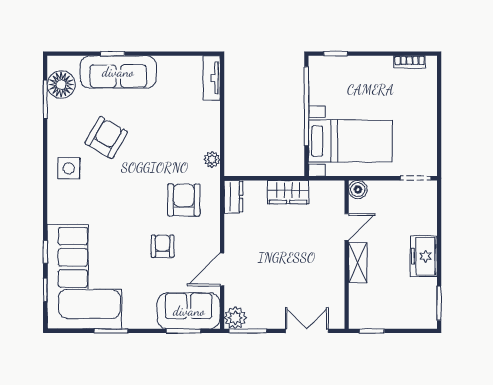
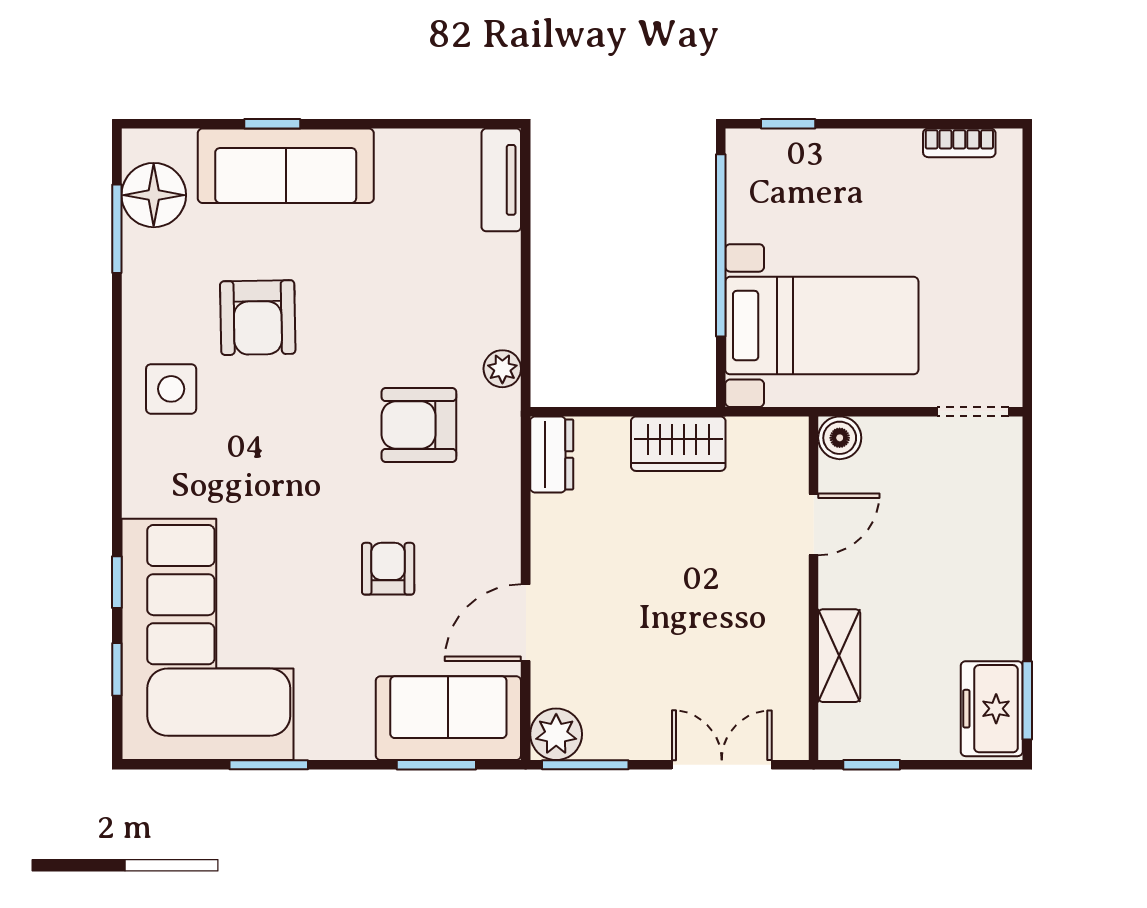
armchair: (106, 138) -> (258, 318), turned 149
armchair: (184, 200) -> (419, 425), moved, turned -90
freezer: (424, 256) -> (992, 709), moved
shelving: (358, 263) -> (839, 656), moved

